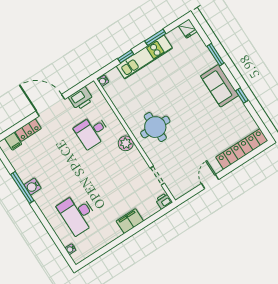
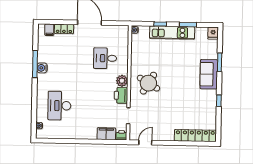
sofa: (220, 86) -> (209, 74), moved
printer: (81, 98) -> (121, 95), moved, turned 90
round table: (155, 127) -> (148, 83), turned 31
door: (210, 181) -> (145, 143), moved
filing cabinet: (130, 221) -> (106, 134), moved

